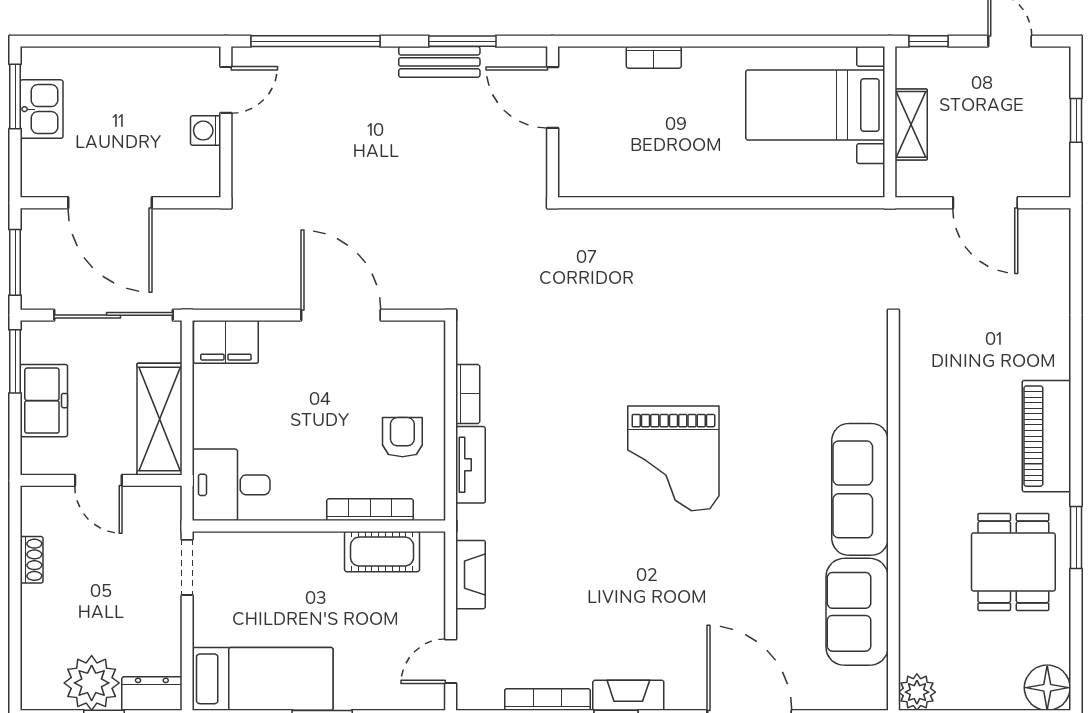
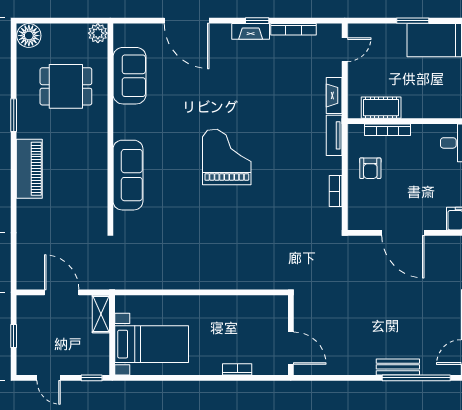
window: (462, 41) -> (339, 378), removed
bench: (439, 62) -> (398, 367), moved
shelving: (911, 124) -> (101, 314), moved
tv unit: (471, 465) -> (334, 135), moved
sofa: (860, 489) -> (128, 175), moved
dining table: (1013, 562) -> (66, 86), moved, turned 90

